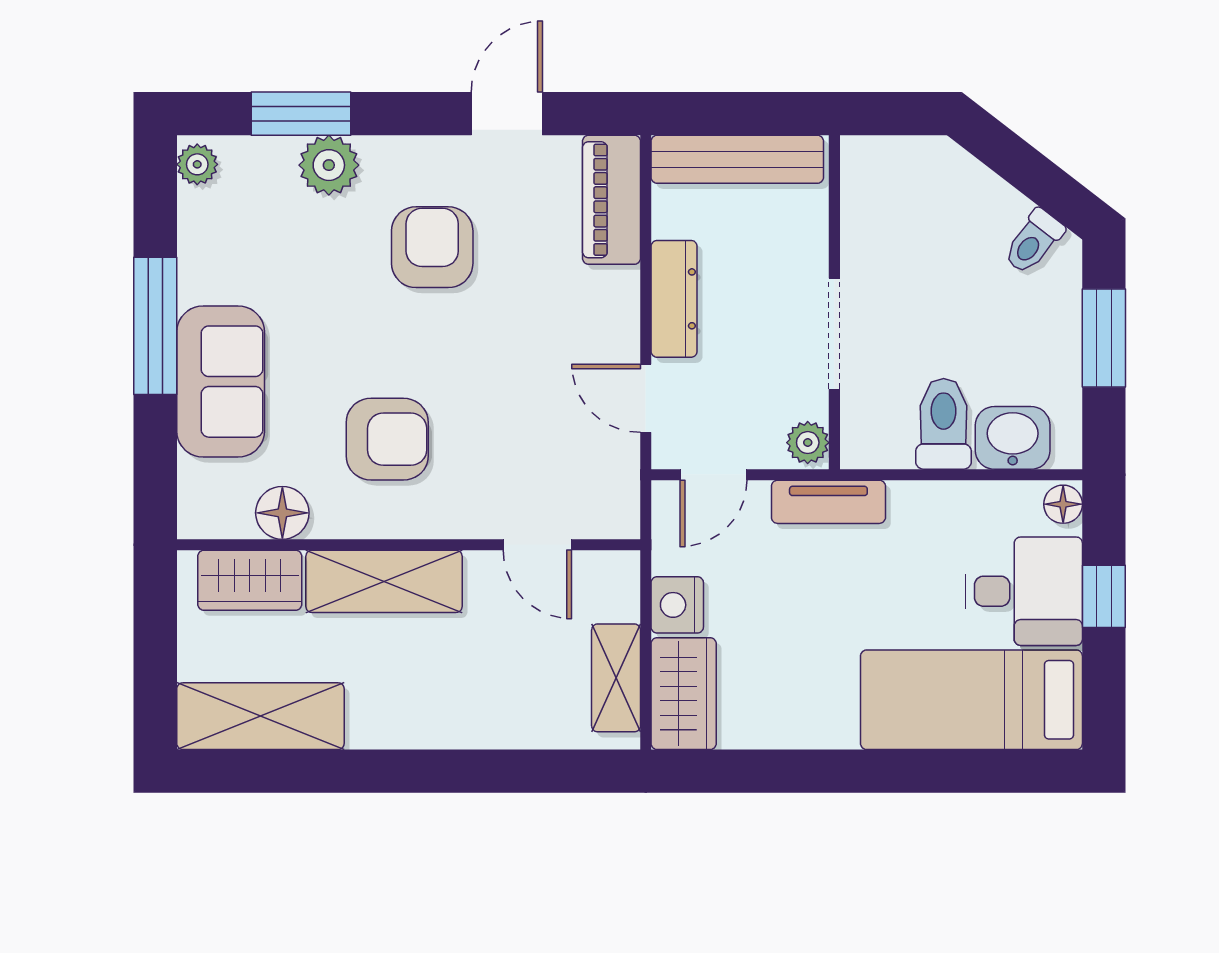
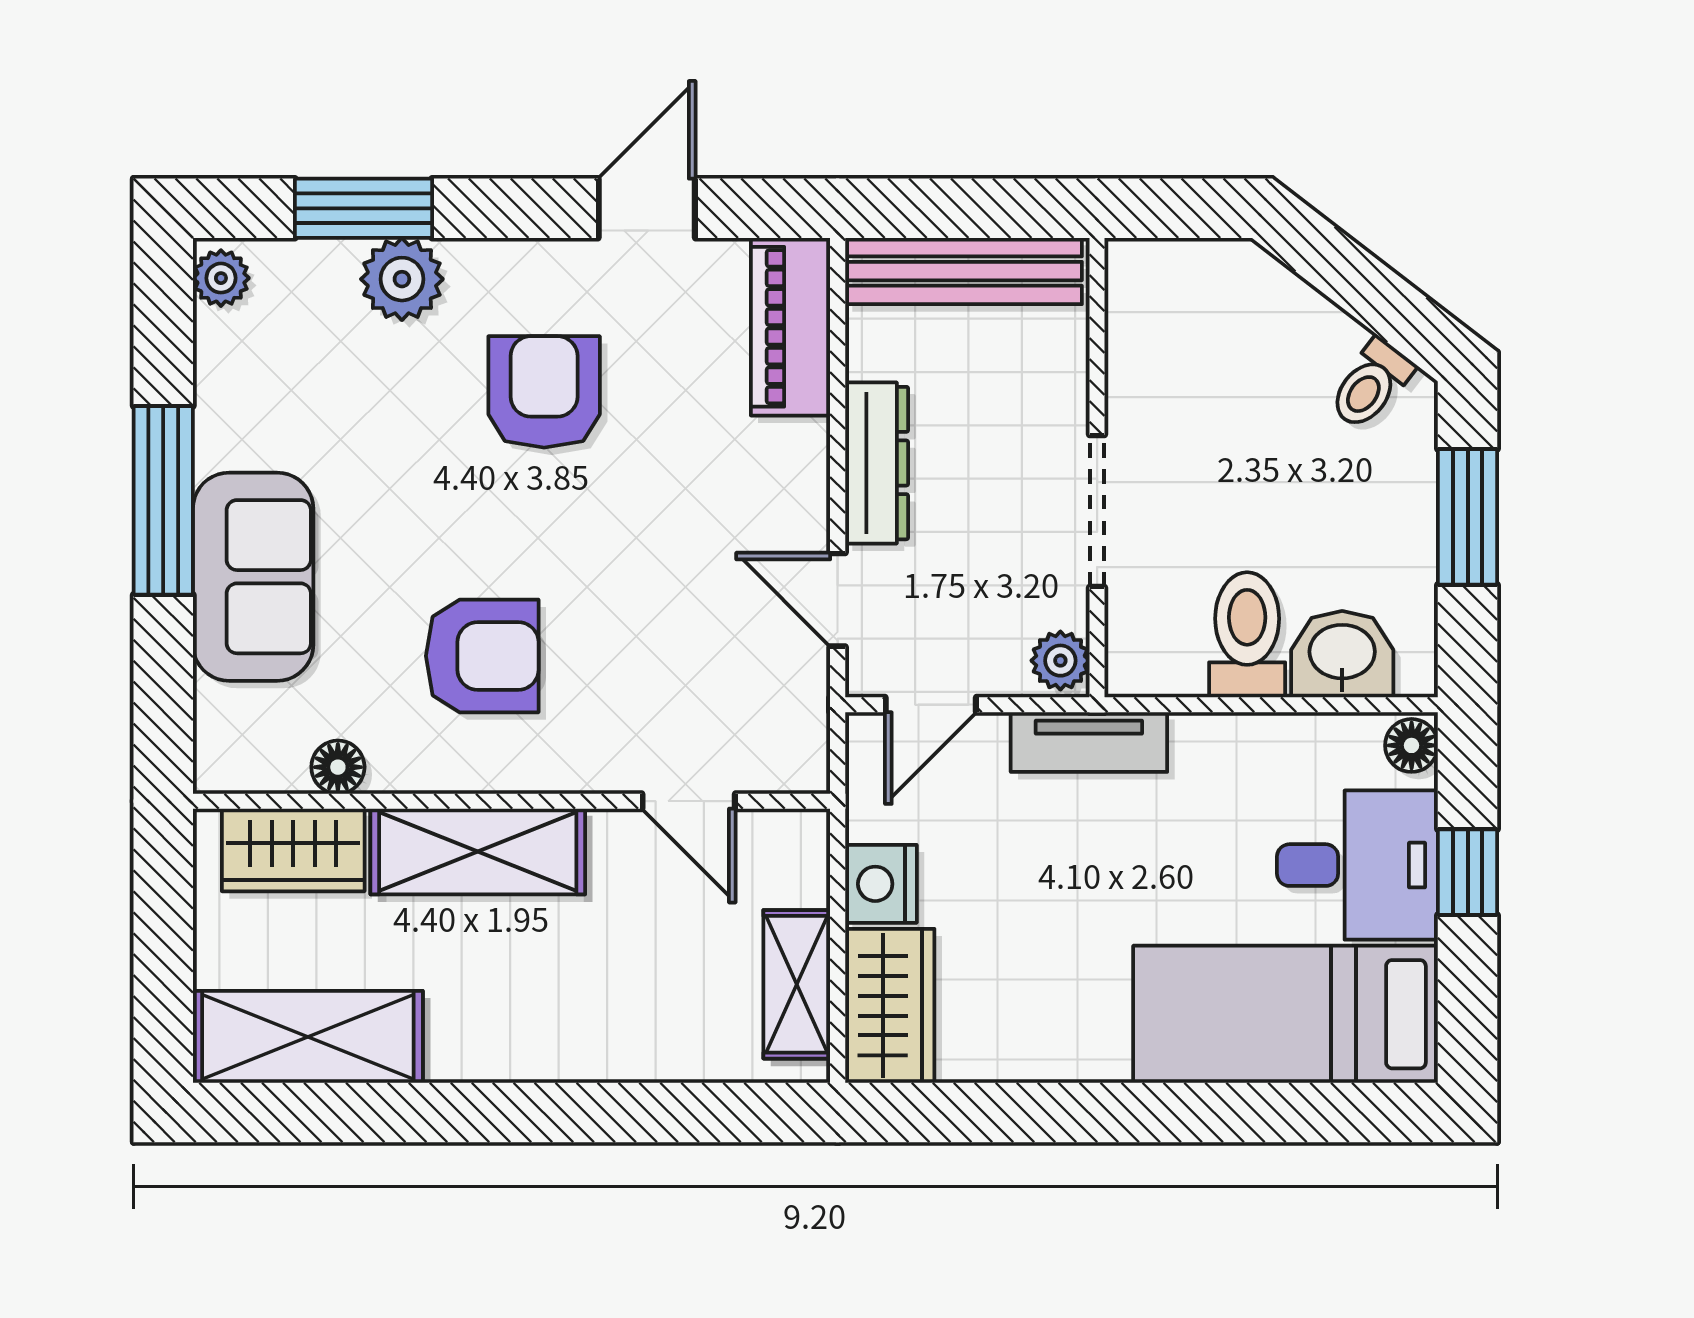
floor lamp: (282, 513) -> (338, 767), width x0.73, depth x0.73

